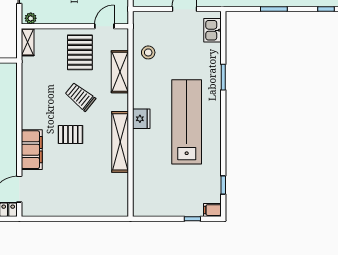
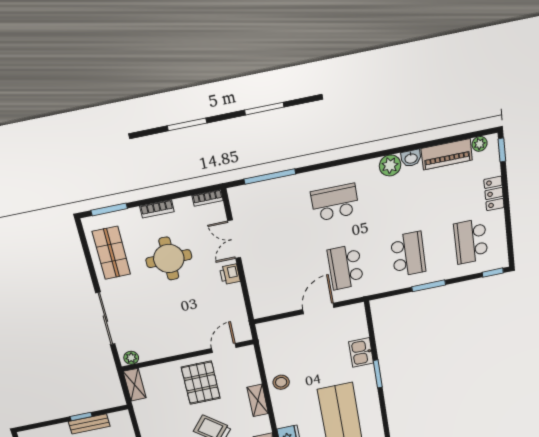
kitchen sink: (212, 30) -> (361, 352), moved
stool: (148, 52) -> (281, 382), moved
shelving: (120, 72) -> (258, 400), width x0.67, depth x0.75

